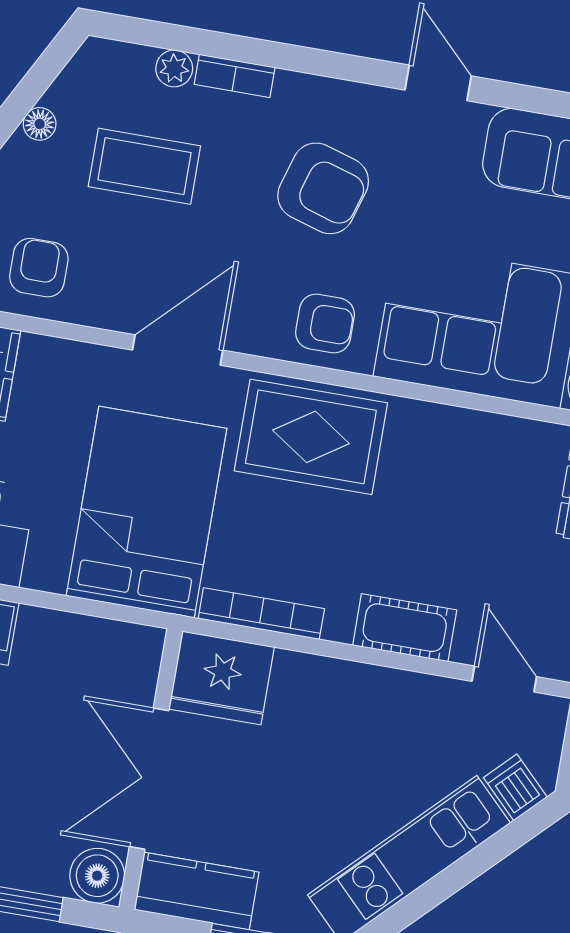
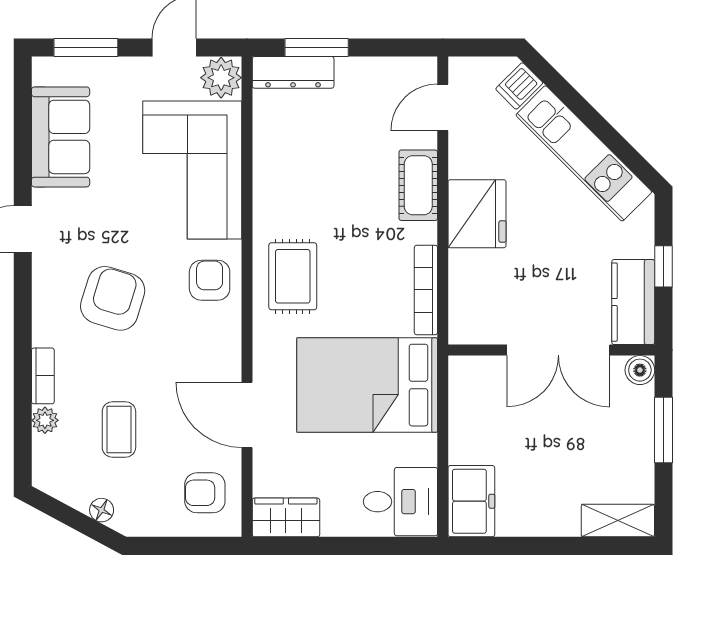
coffee table: (144, 166) -> (119, 430), width x0.73, depth x0.77
door: (178, 350) -> (247, 415), moved
rug: (311, 437) -> (293, 276), width x0.73, depth x0.70
fridge: (222, 678) -> (477, 214), moved
boiler: (97, 876) -> (640, 370), width x0.73, depth x0.73

